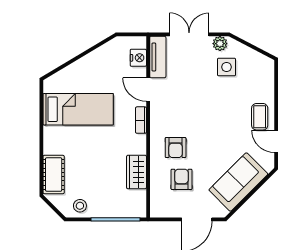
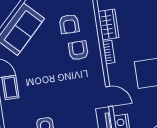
bookcase: (141, 120) -> (109, 52), moved

